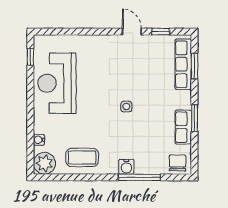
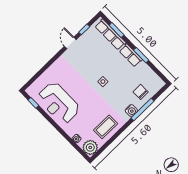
door: (132, 32) -> (70, 43), hinge flipped
row of seats: (183, 127) -> (131, 55), moved
chair: (177, 163) -> (141, 92), moved

